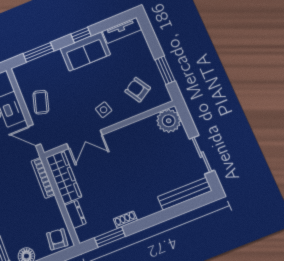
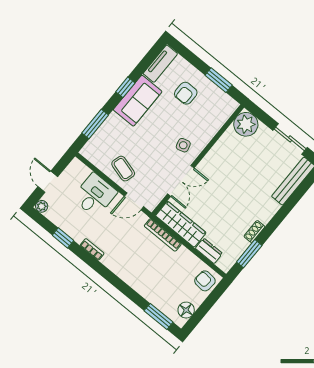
armchair: (138, 90) -> (186, 93), moved, turned -59

